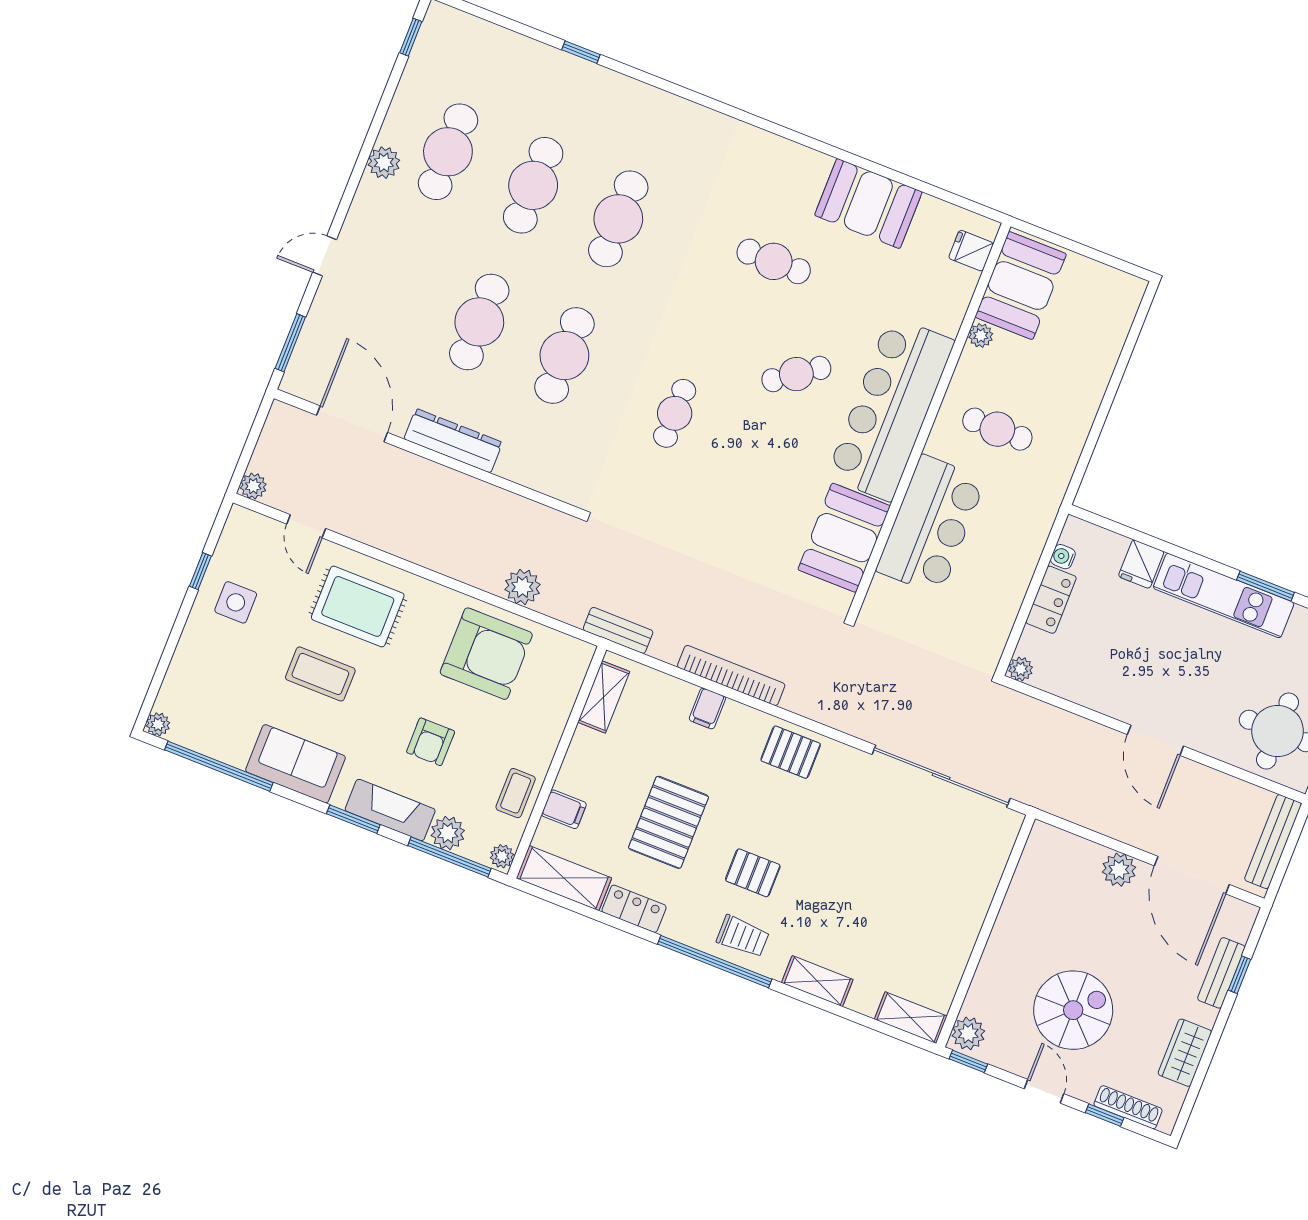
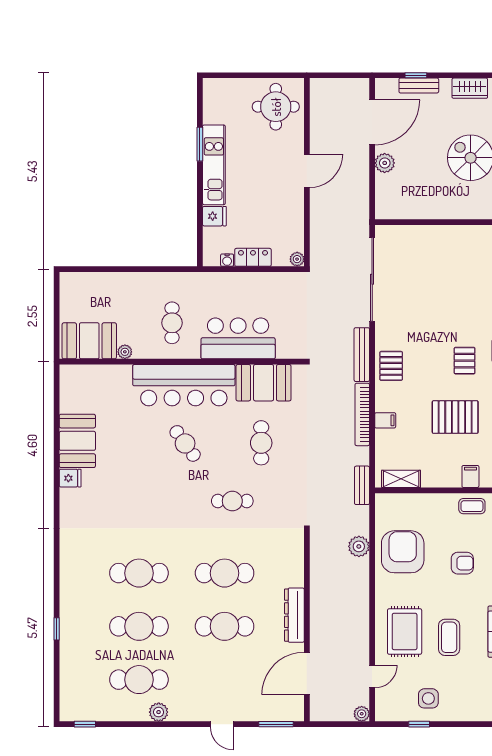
fridge: (971, 251) -> (70, 478), moved, turned -90
cafe table: (774, 261) -> (261, 443), moved
bench: (1273, 842) -> (362, 355), moved, turned 90

